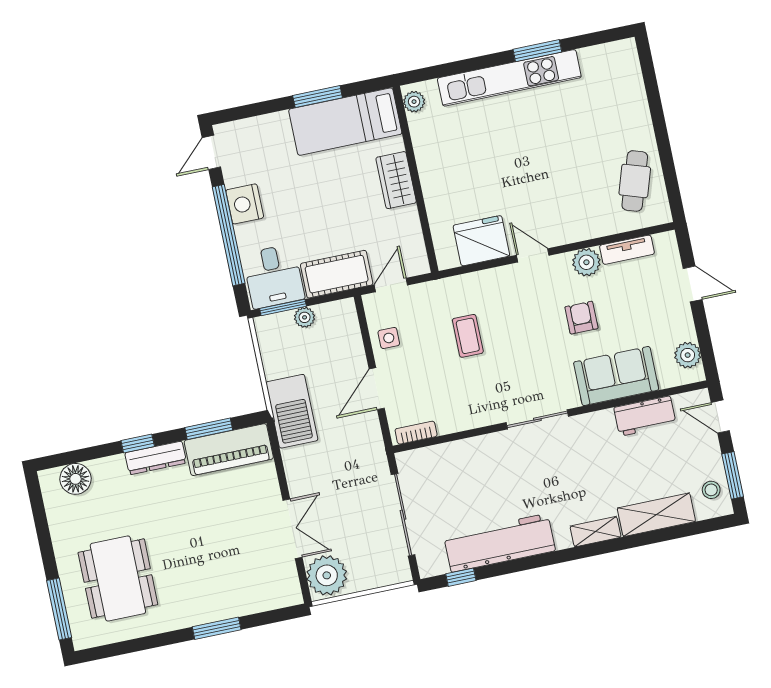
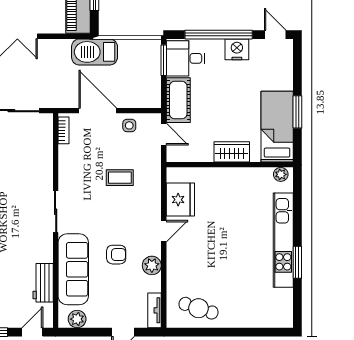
tv unit: (627, 250) -> (155, 310), moved
plant: (305, 317) -> (154, 73), removed
sofa: (616, 376) -> (73, 269), width x1.36
door: (377, 389) -> (98, 111), width x1.36

